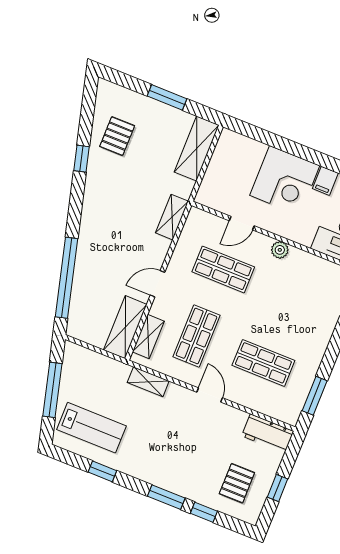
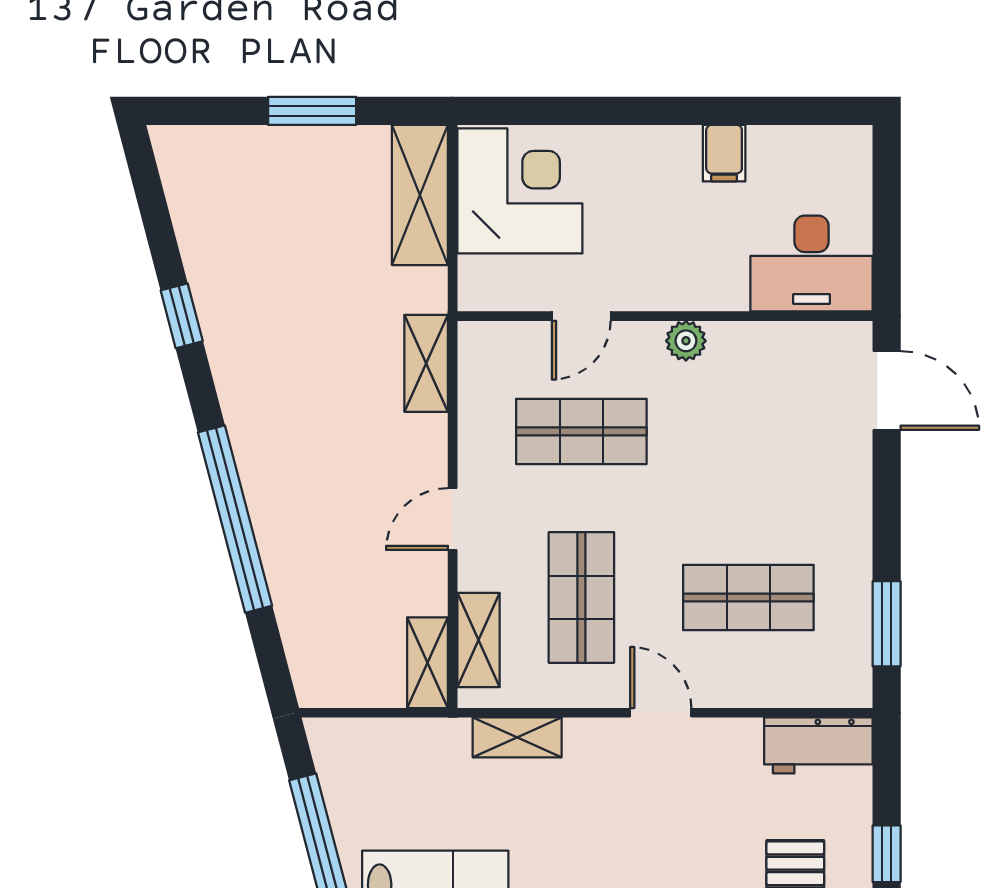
pallet: (117, 136) -> (239, 237), removed
corner desk: (285, 180) -> (520, 191), moved, turned -90
window: (67, 278) -> (235, 519), moved
shelving: (125, 327) -> (428, 663), width x0.67, depth x0.75

